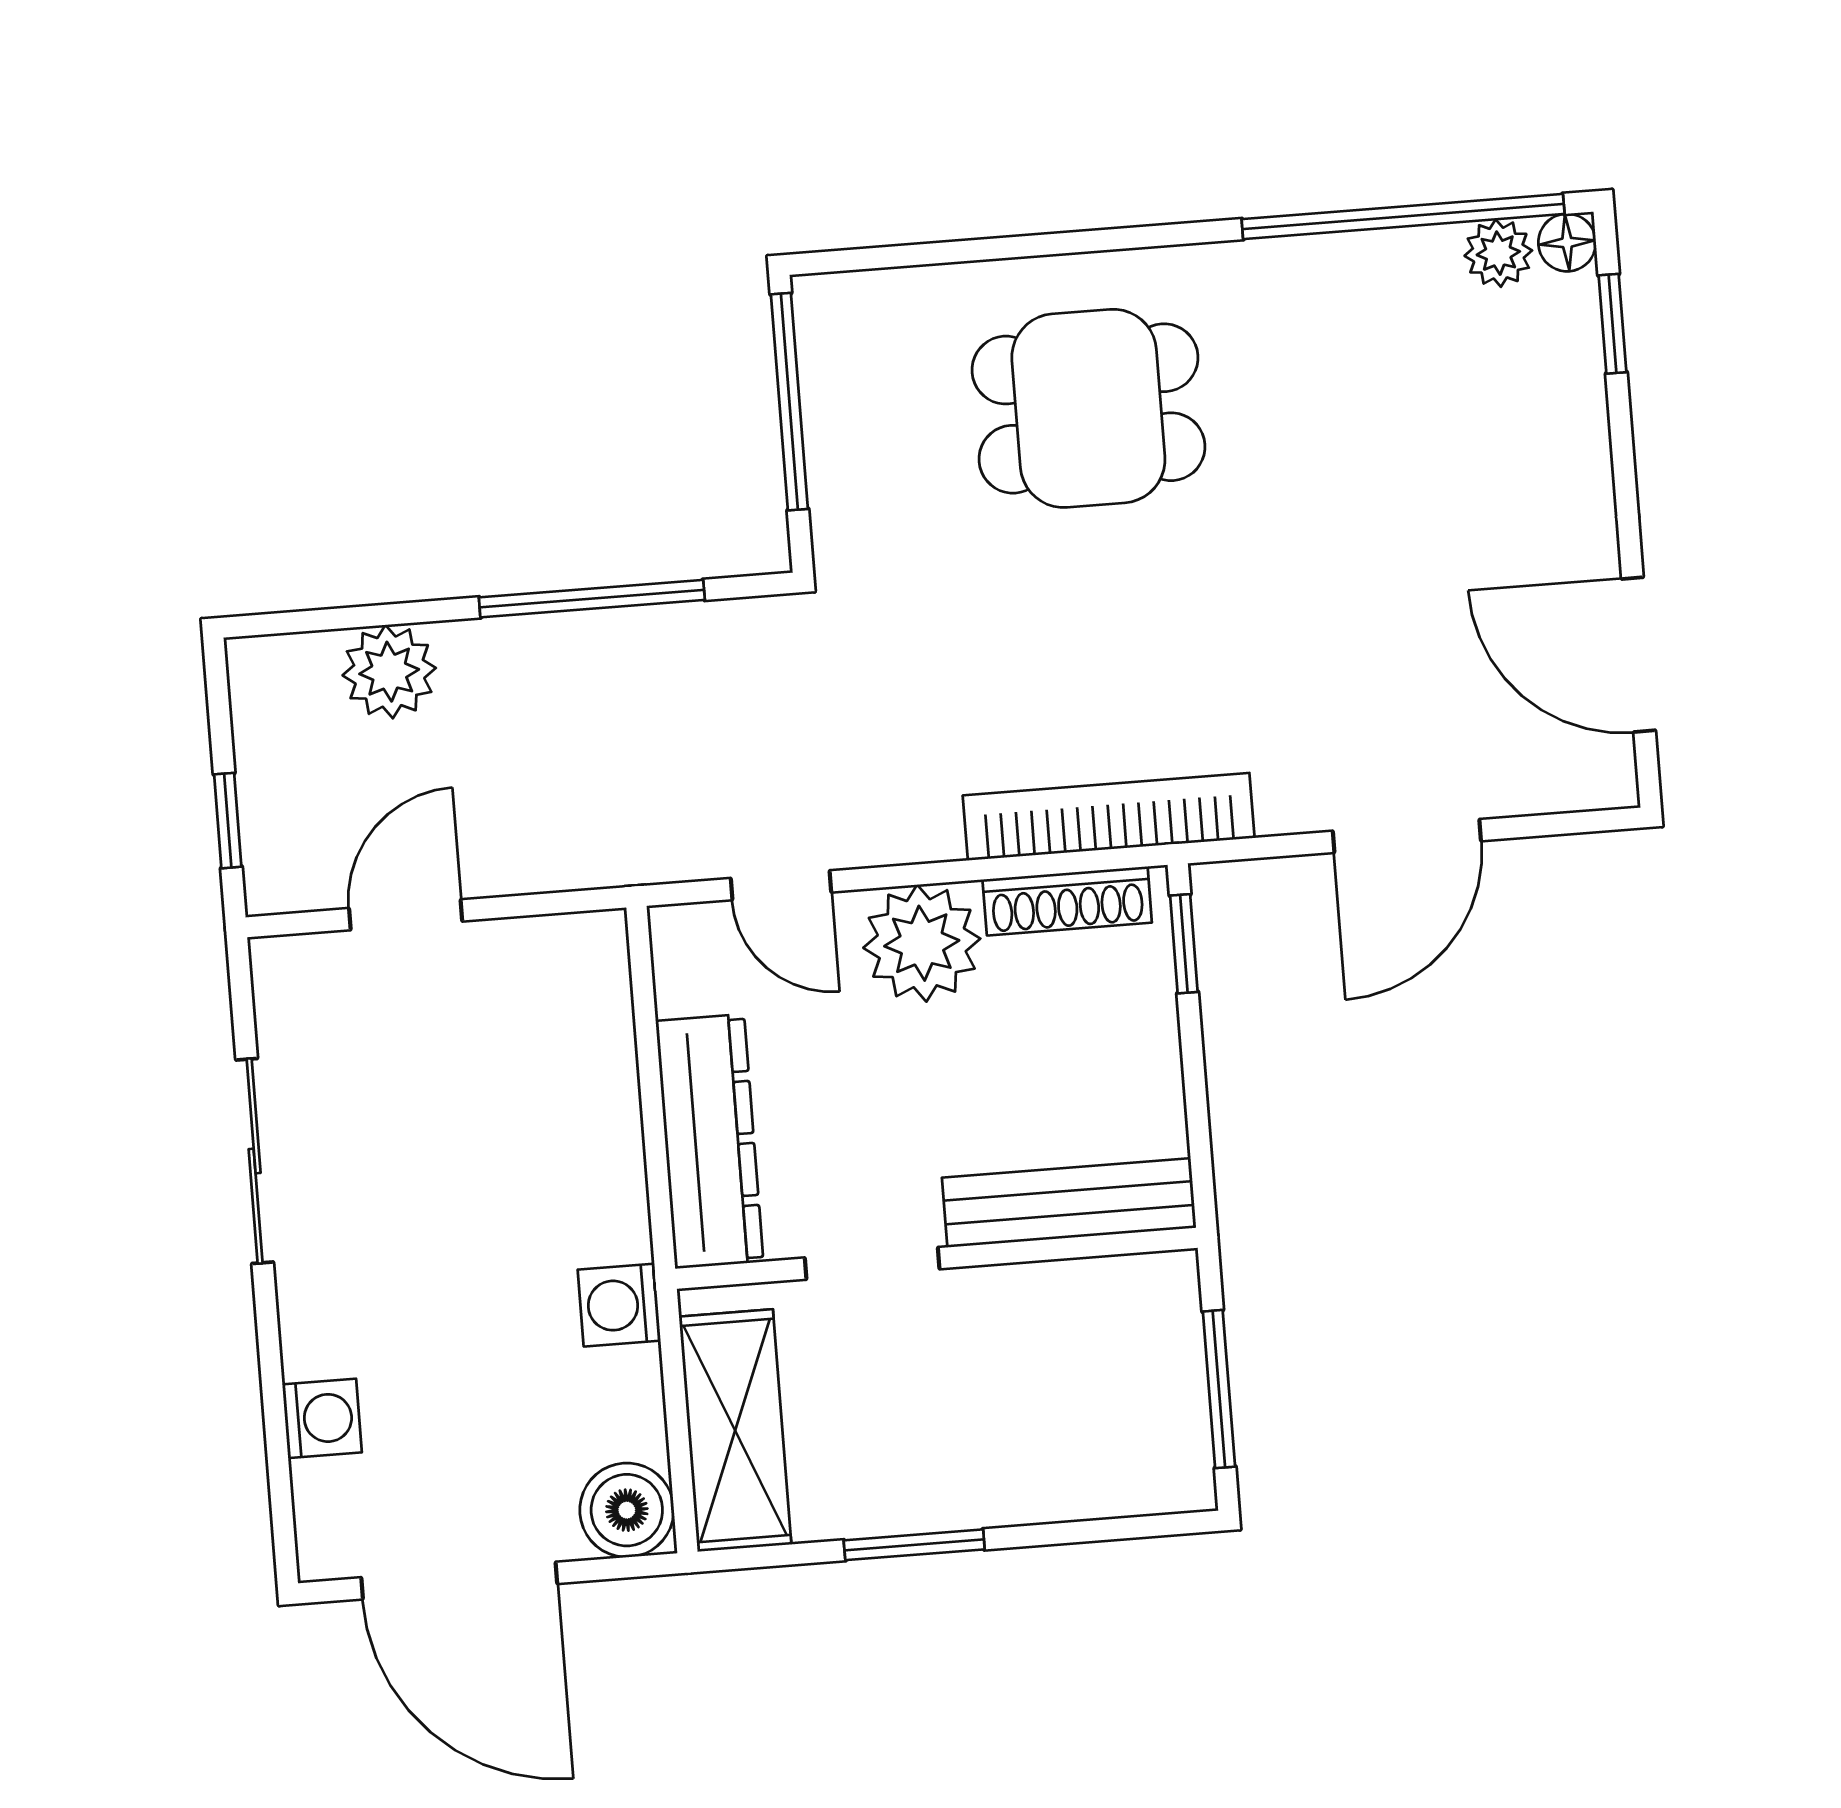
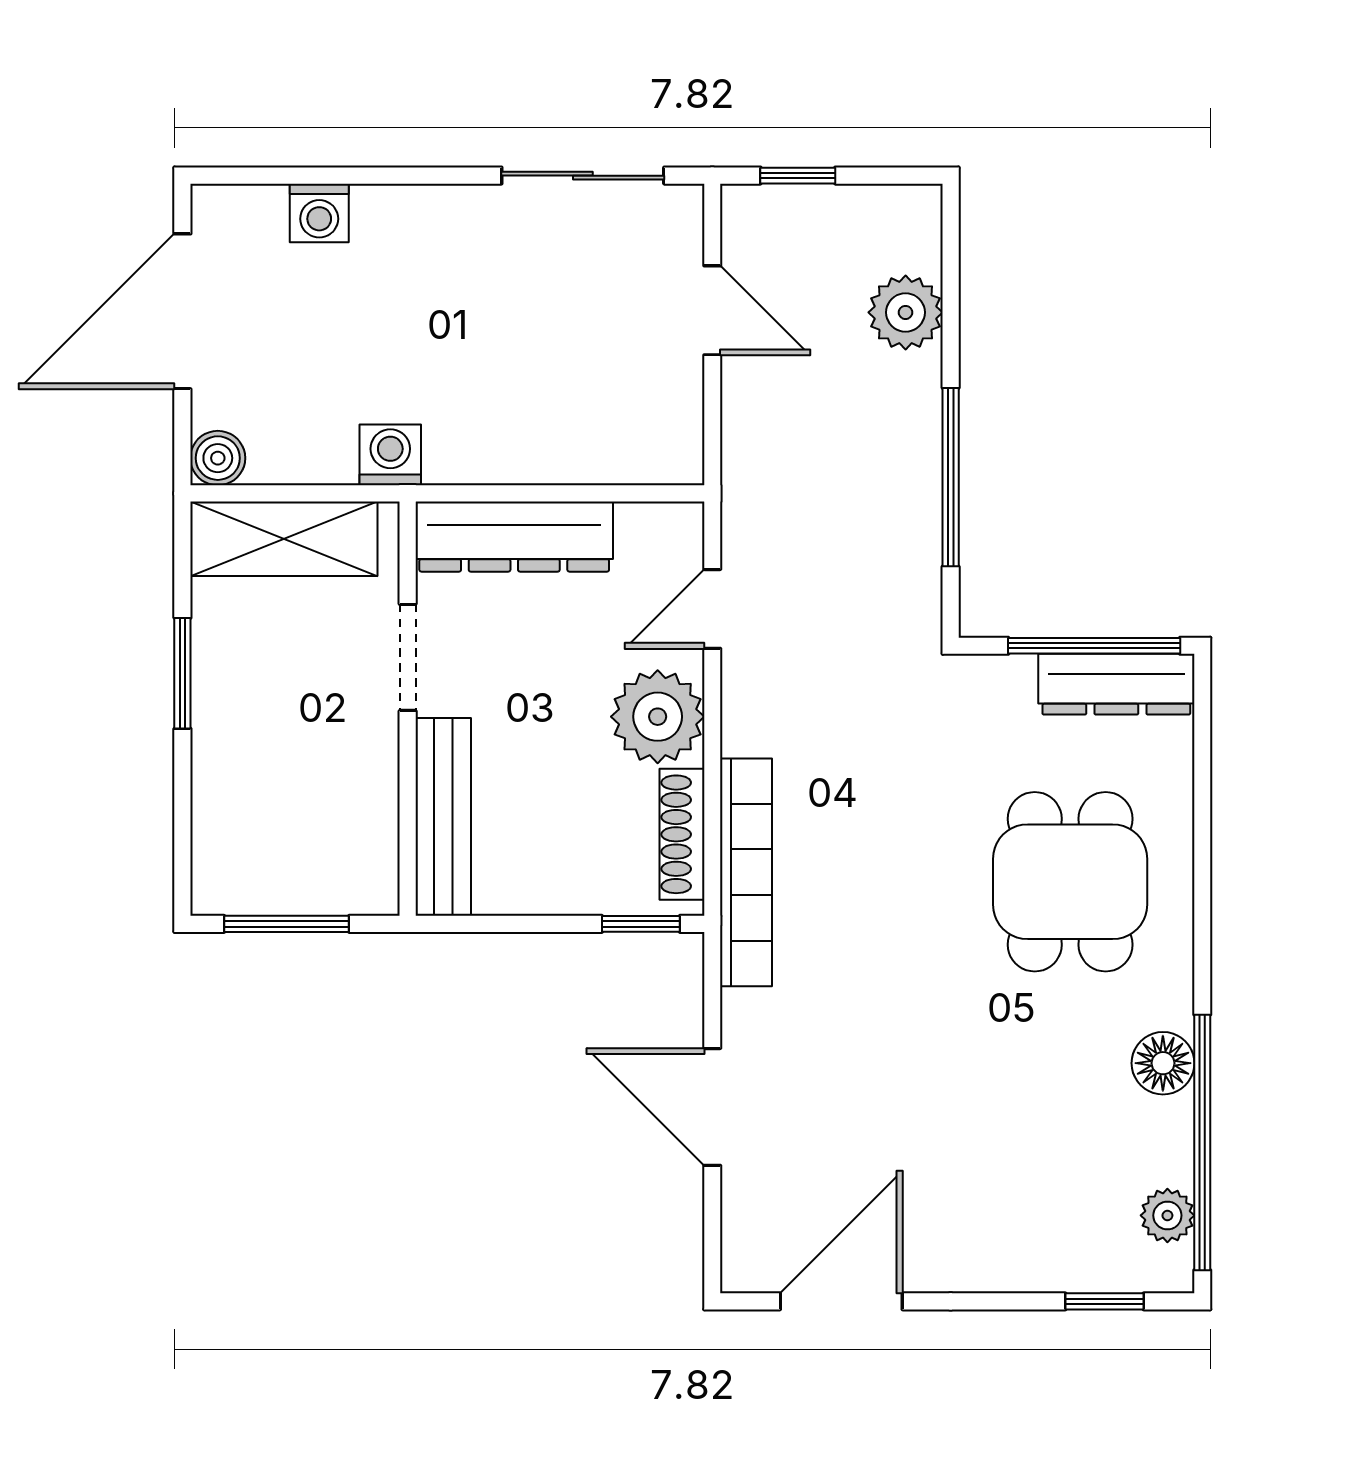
floor lamp: (1567, 243) -> (1163, 1063), moved, width x1.37, depth x1.37
dresser: (836, 370) -> (1116, 684), added
sliding door: (255, 1161) -> (583, 176), moved
boiler: (627, 1510) -> (218, 458), width x0.73, depth x0.73

